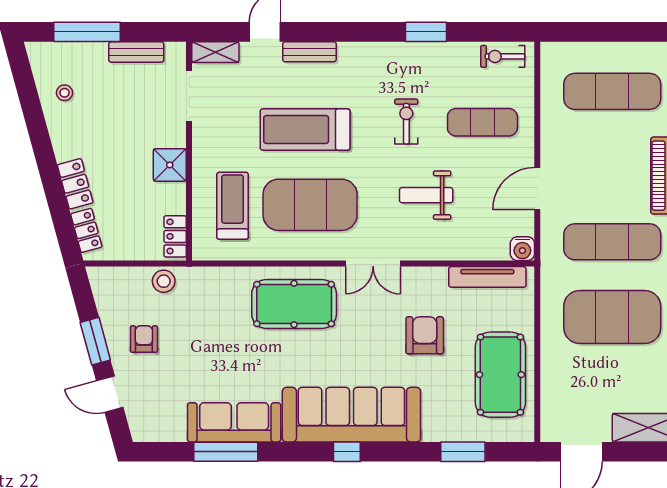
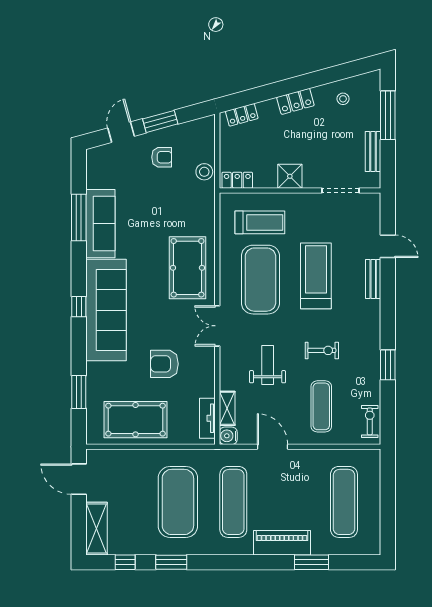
shelving: (215, 52) -> (227, 408), moved
locker: (75, 184) -> (295, 101), moved
tv unit: (487, 277) -> (207, 418), width x0.71
armchair: (425, 335) -> (164, 364), turned 180

